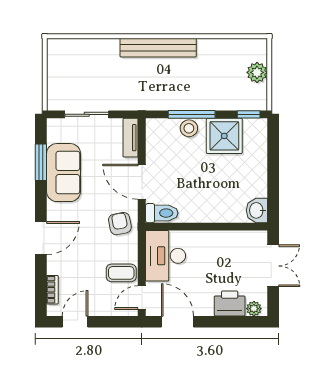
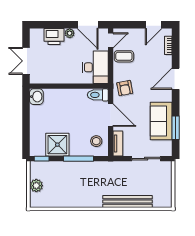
bench: (158, 48) -> (127, 202), moved
stool: (189, 128) -> (96, 141), moved
plant: (254, 309) -> (70, 33), moved

